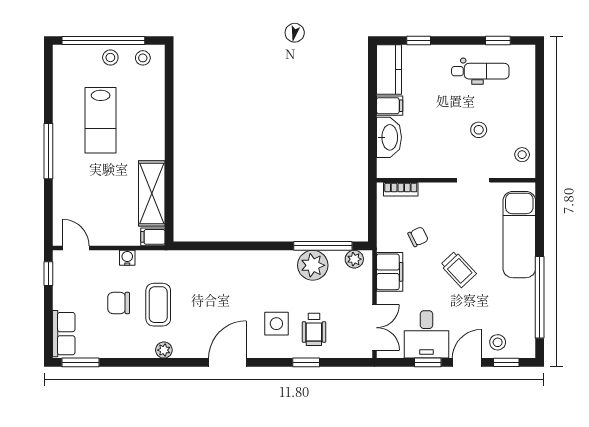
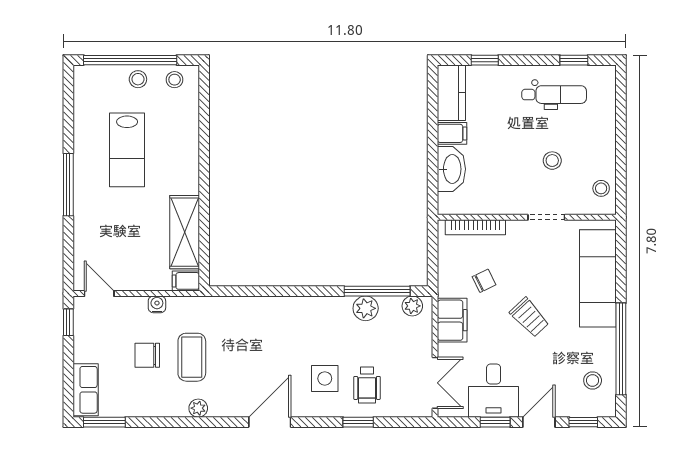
bookcase: (401, 189) -> (475, 227), width x1.56
plant: (313, 265) -> (366, 308), width x0.73, depth x0.73
stool: (498, 342) -> (593, 380), moved

